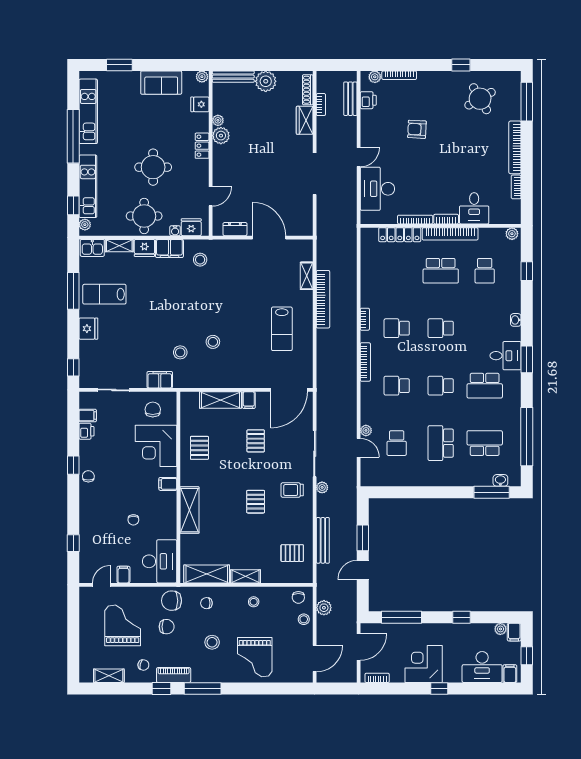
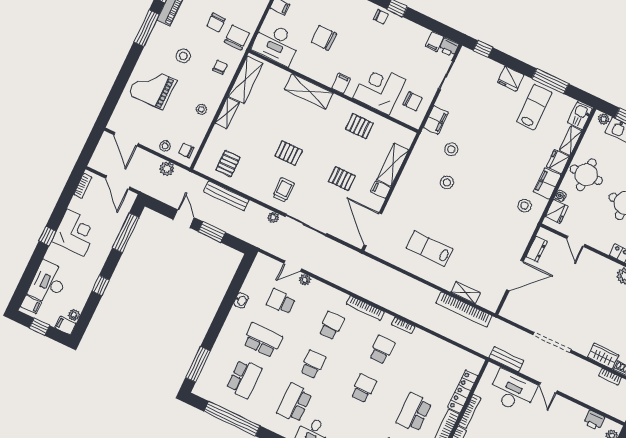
bench: (350, 99) -> (506, 359), moved
bookcase: (323, 299) -> (464, 309), moved
printer: (86, 431) -> (449, 47), moved
washbasin: (500, 480) -> (241, 300), moved
chair: (133, 520) -> (324, 38), width x1.87, depth x1.87

